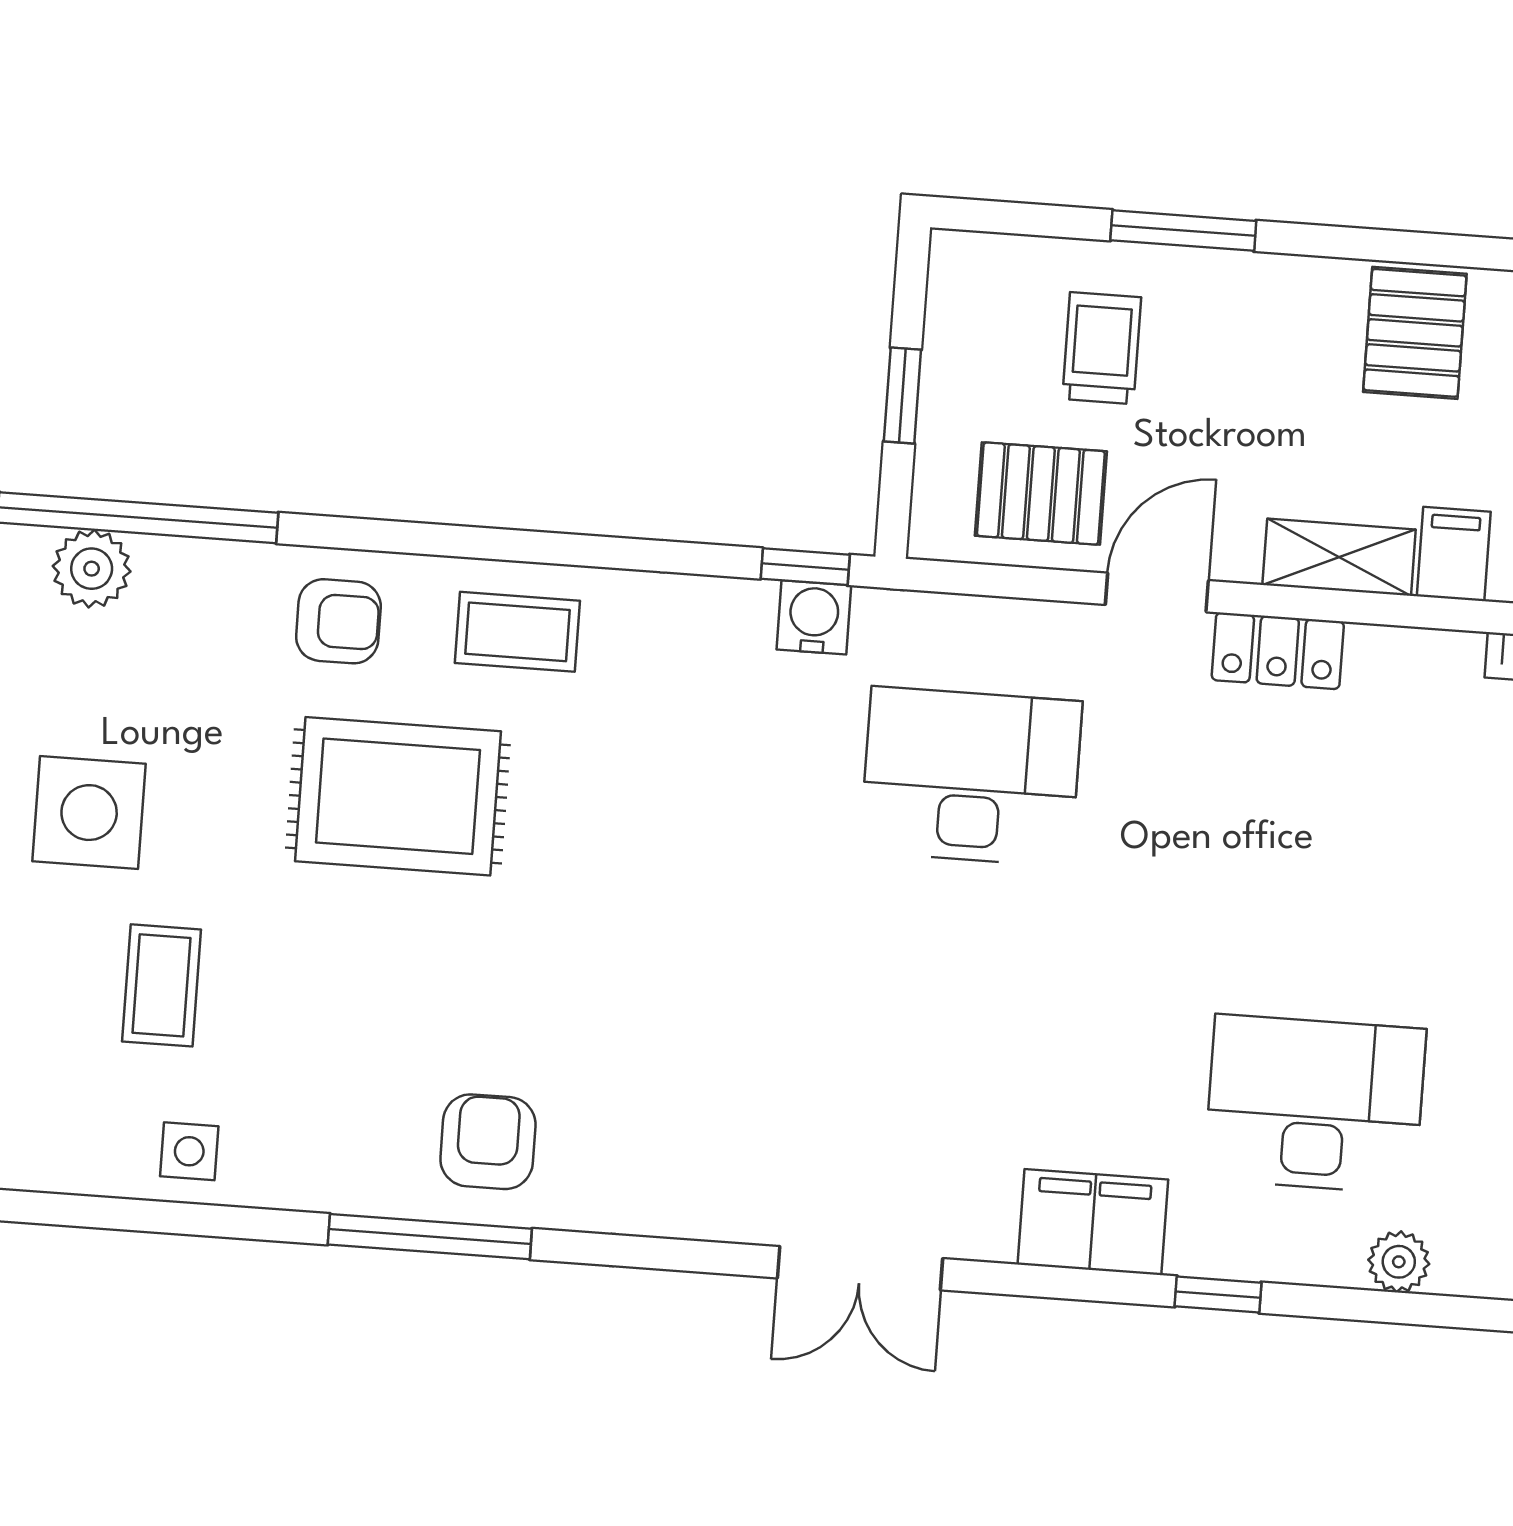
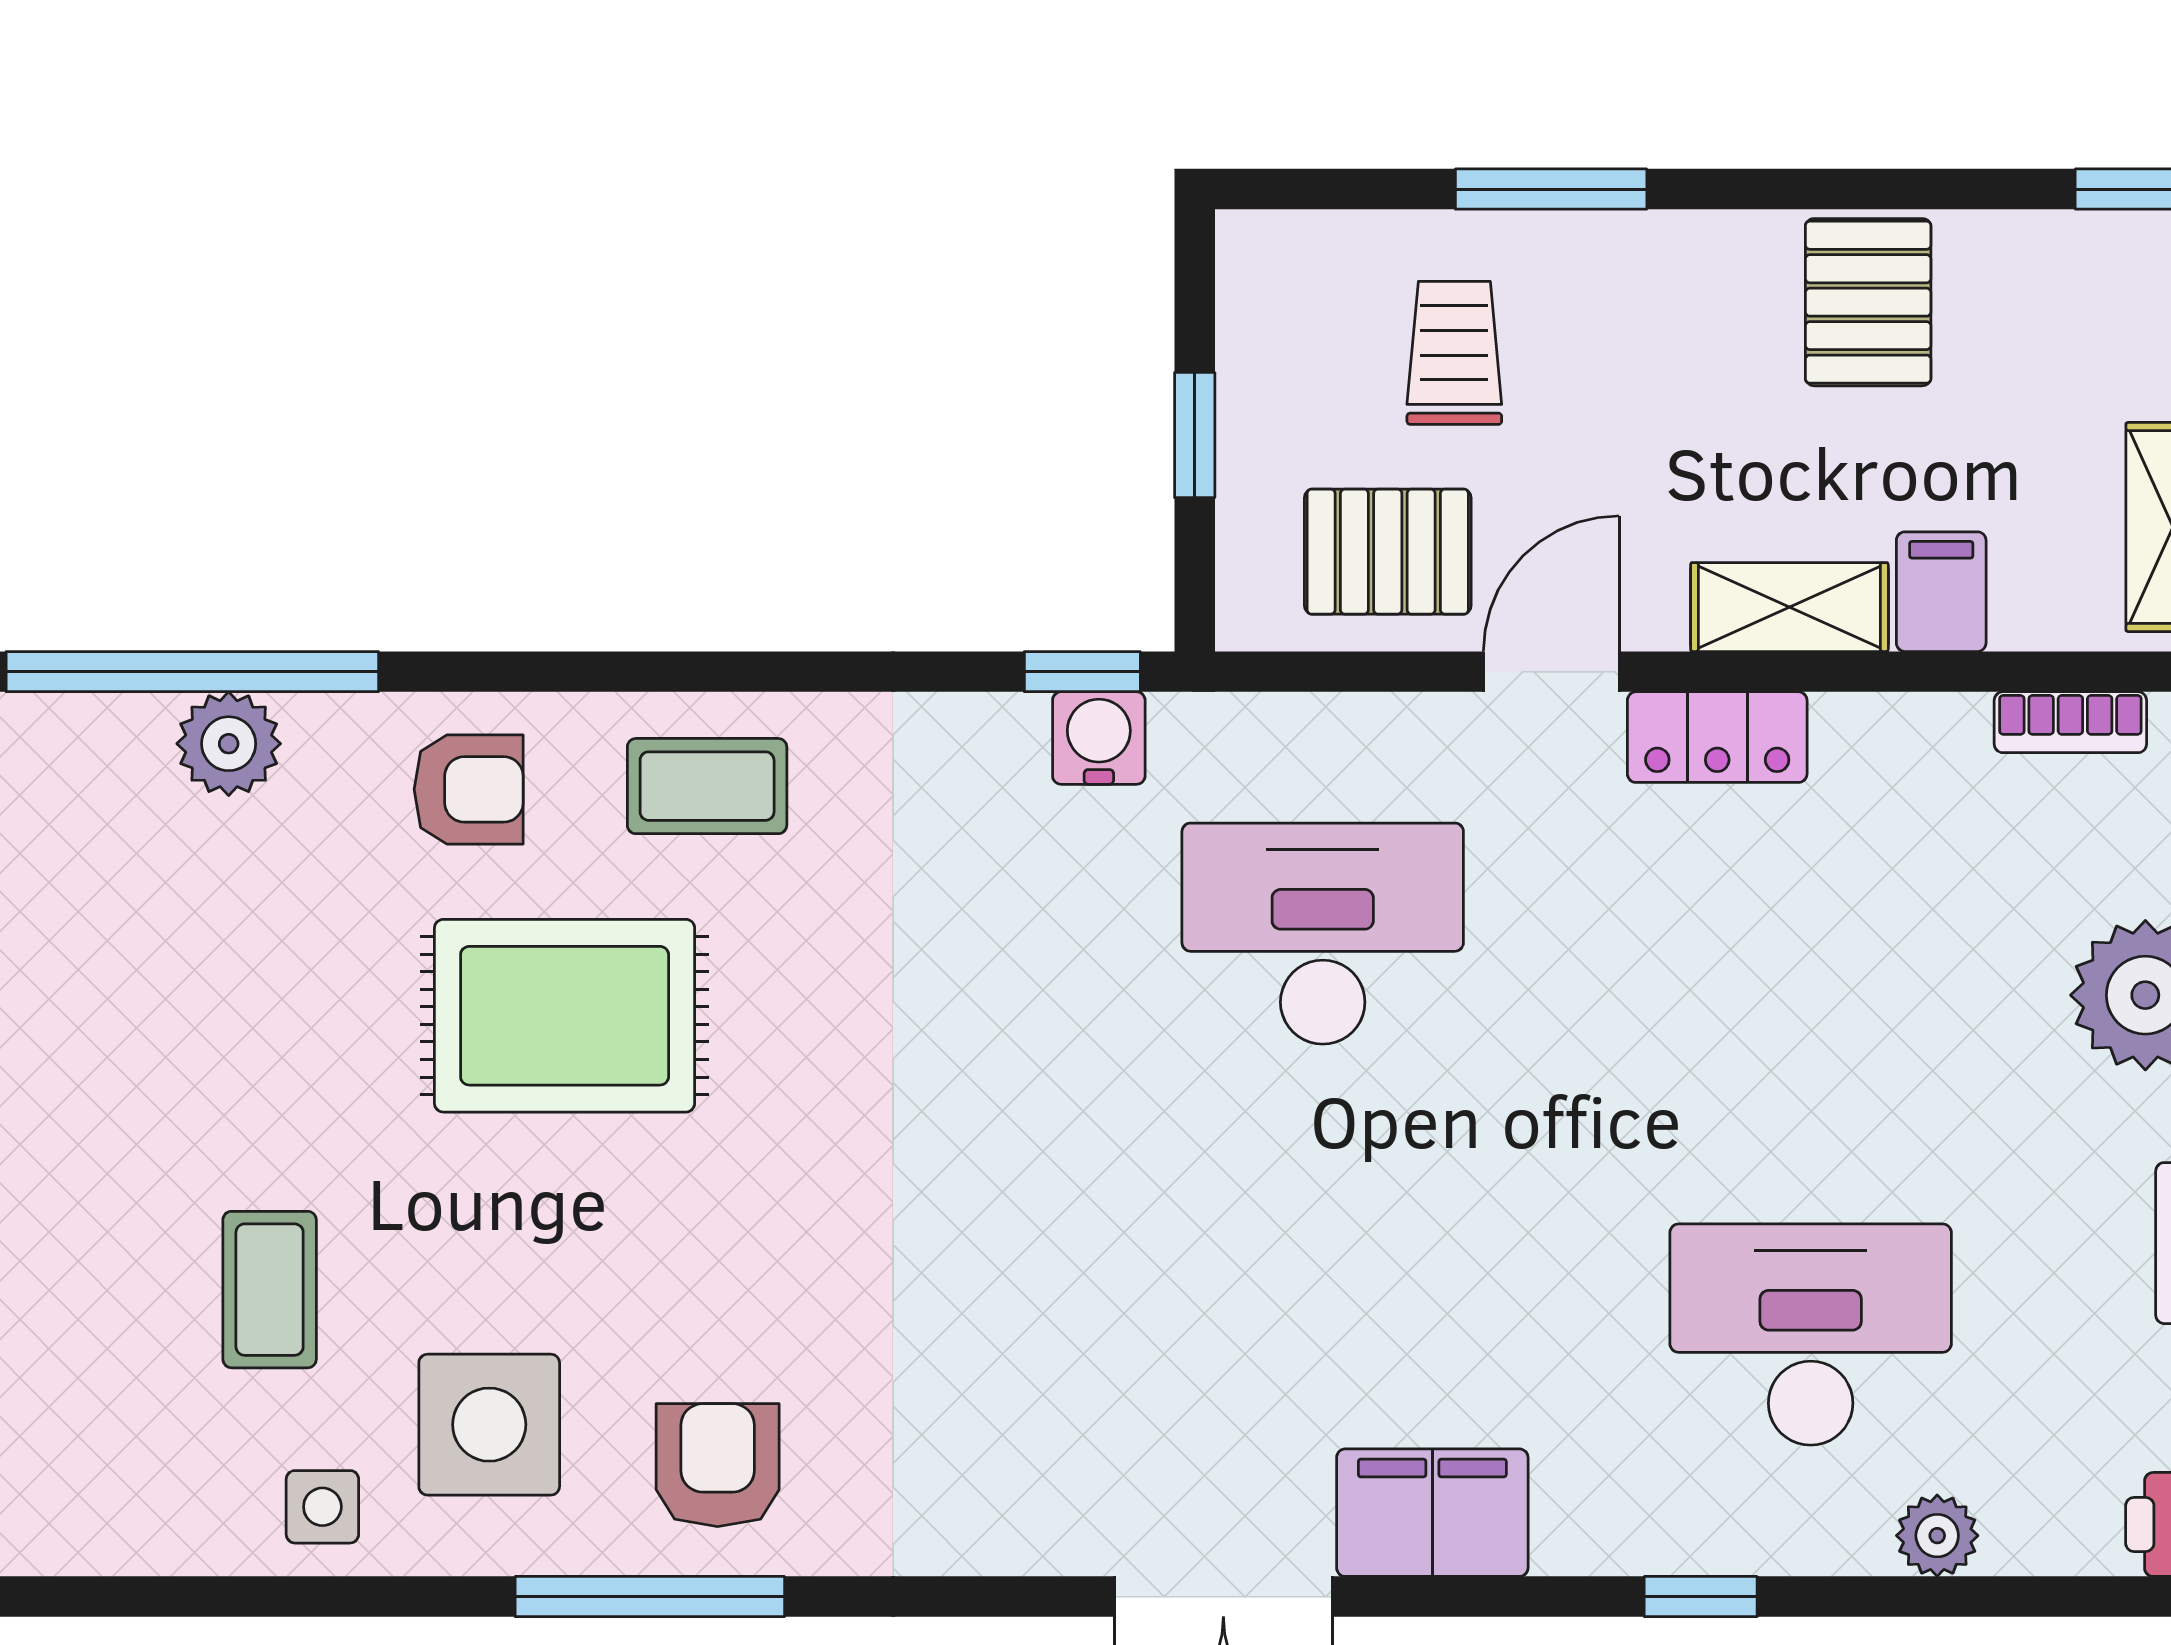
plant: (92, 569) -> (229, 744), moved
side table: (89, 813) -> (489, 1425), moved
filing cabinet: (1093, 1222) -> (1432, 1513), moved

